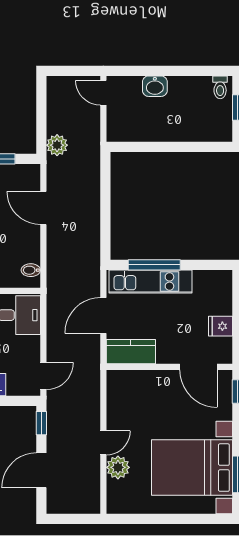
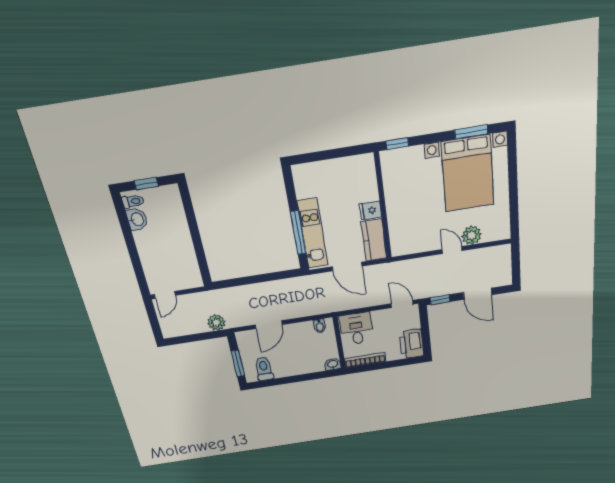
washbasin: (155, 86) -> (137, 219), moved
fridge: (221, 326) -> (370, 210), moved, turned 90
door: (198, 367) -> (380, 182), removed

